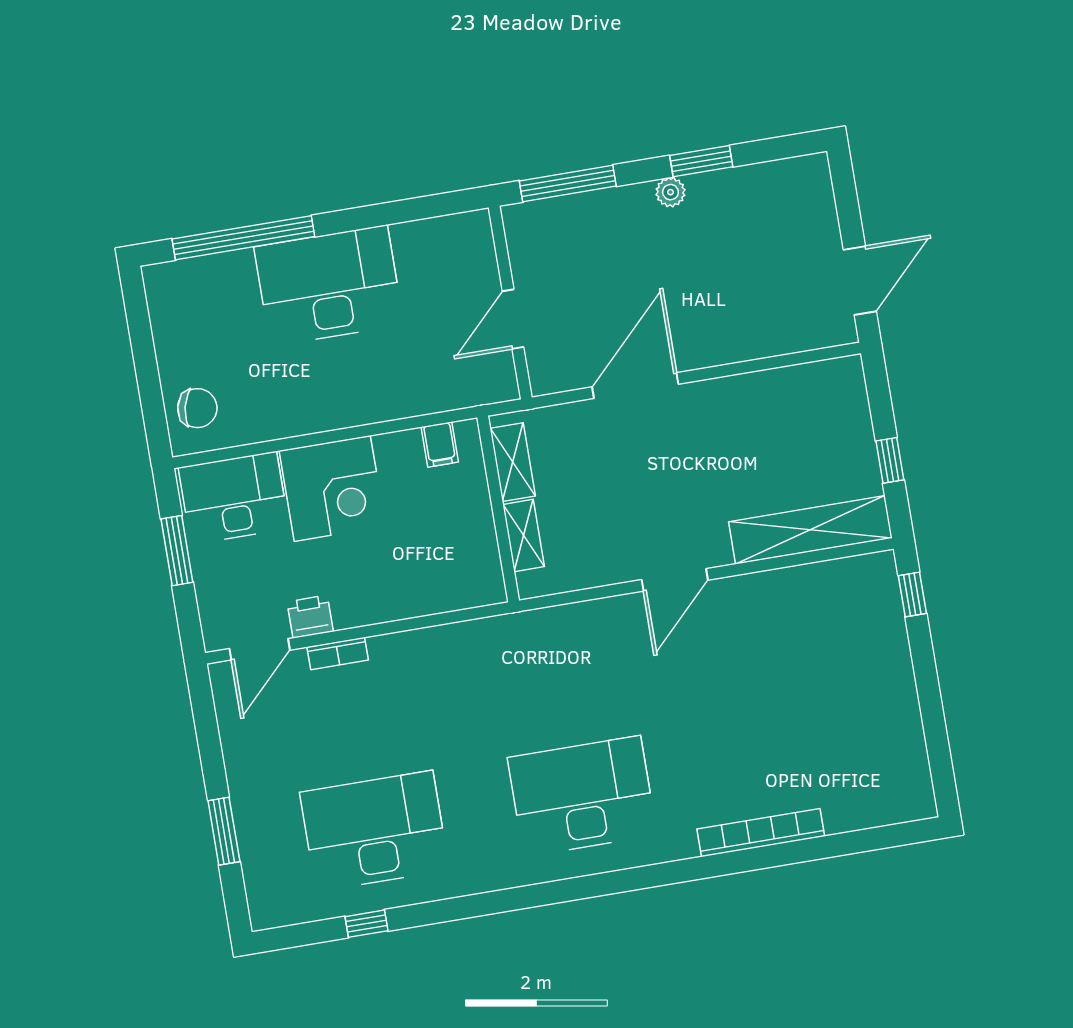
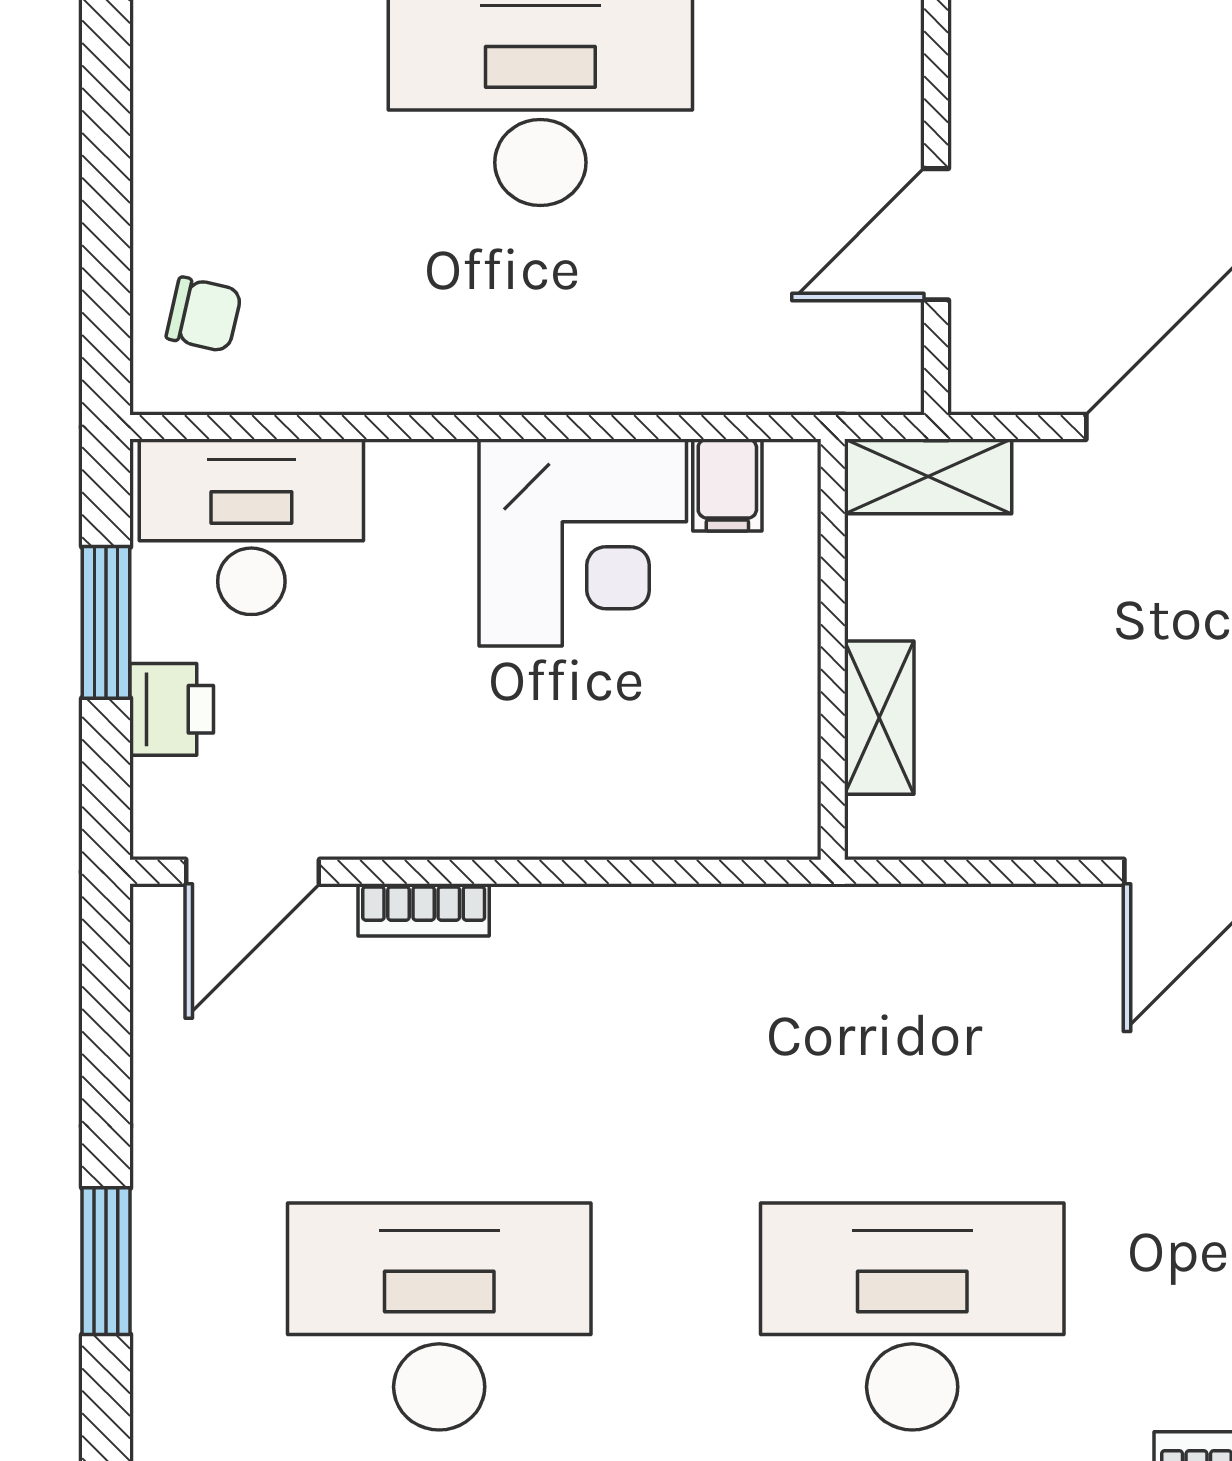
chair: (197, 408) -> (204, 314), width x0.73, depth x0.73
shelving: (513, 462) -> (928, 476), moved, turned 90
corner desk: (332, 488) -> (583, 542), moved
printer: (310, 617) -> (172, 709), moved, turned 90

